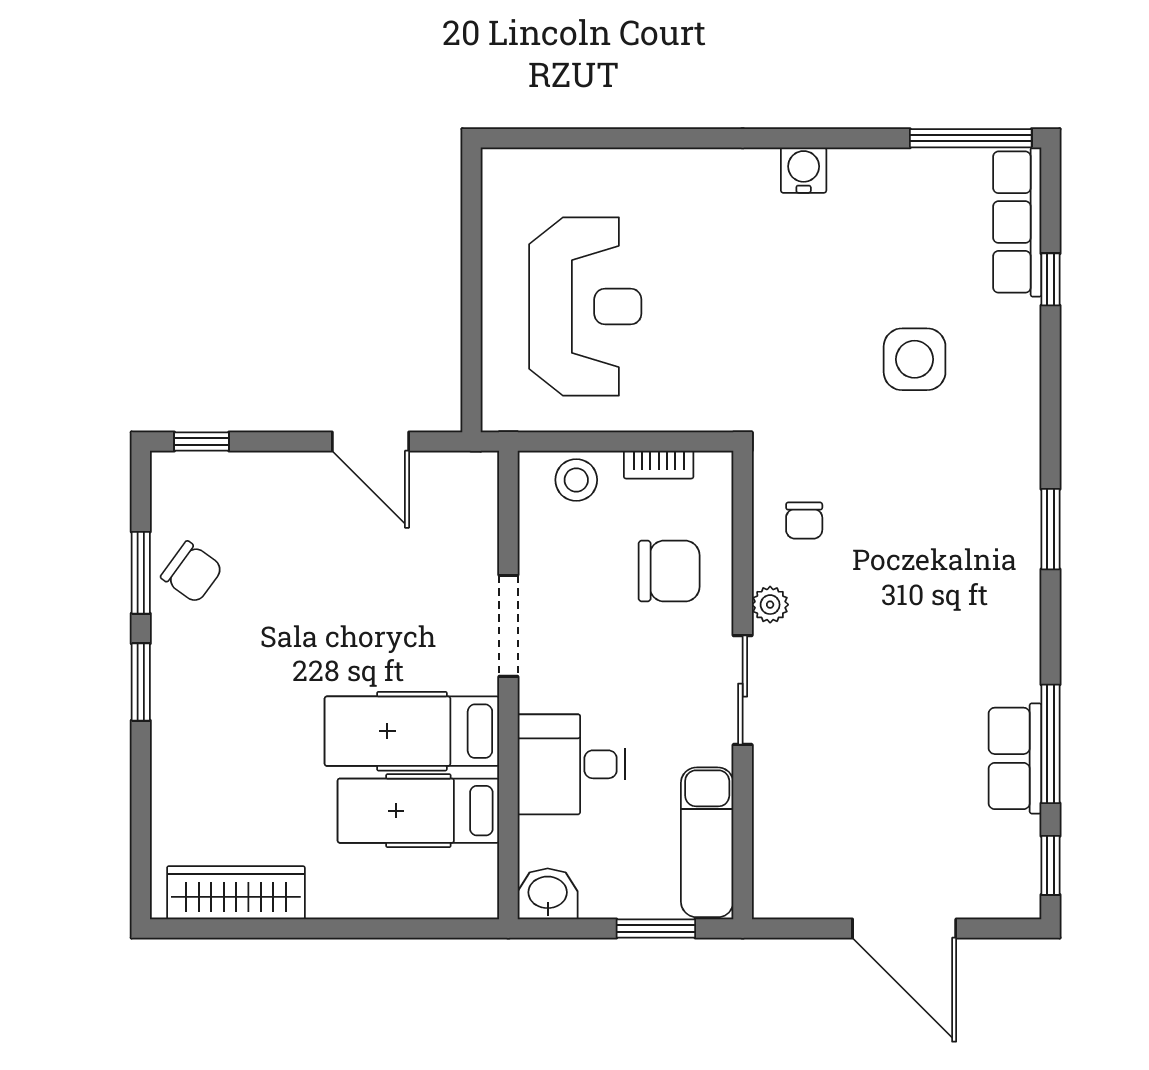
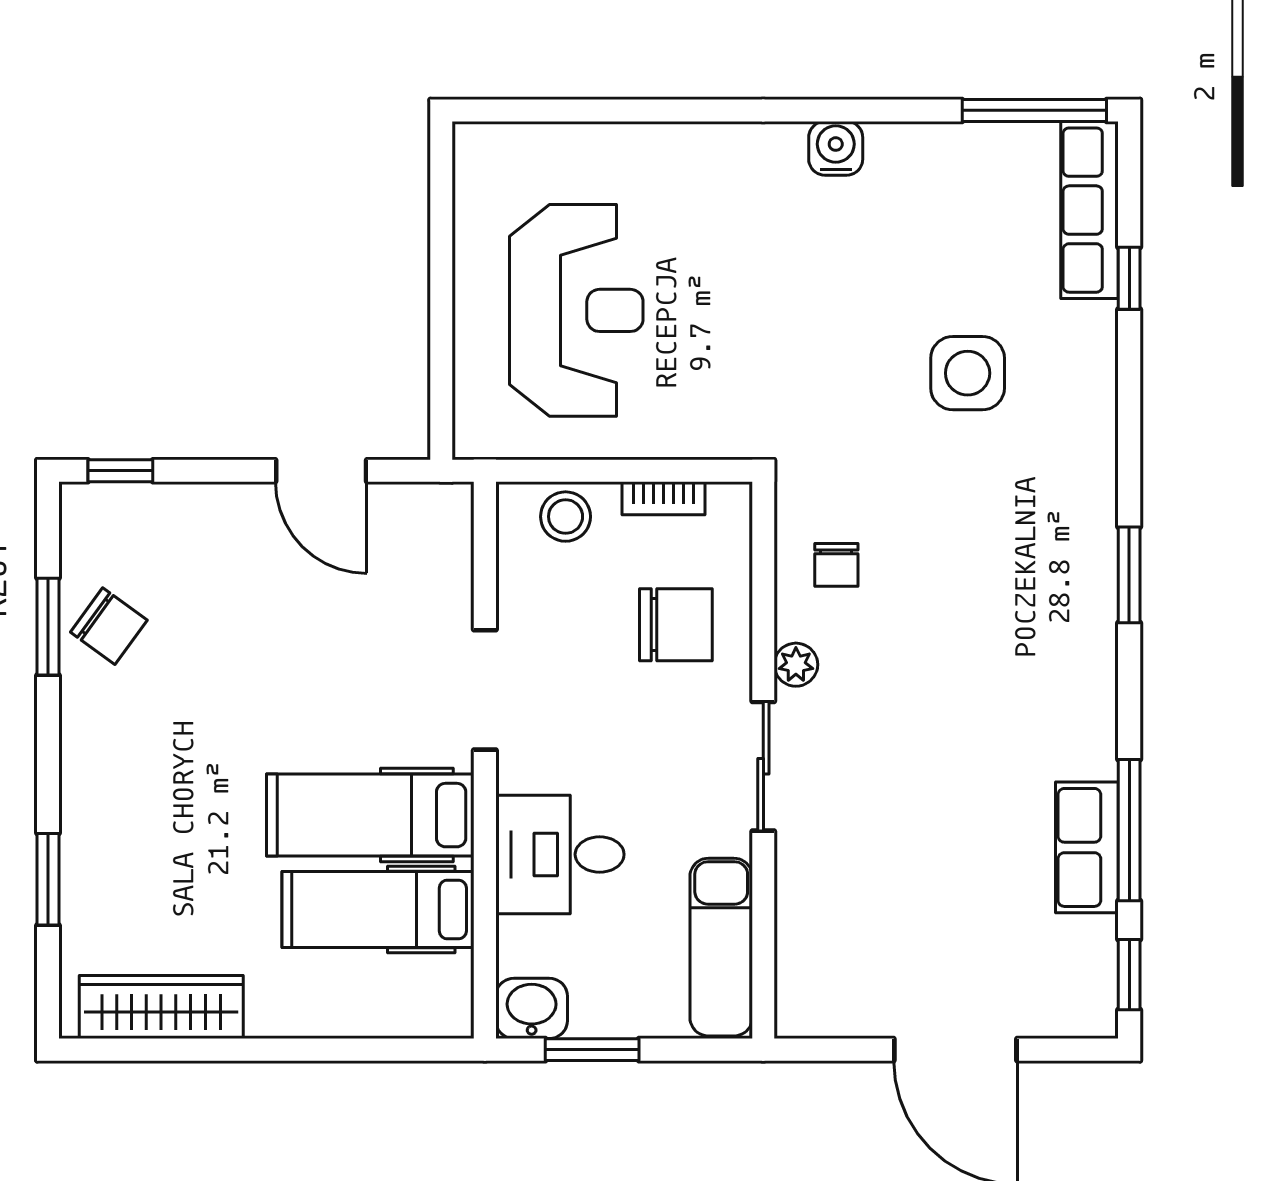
window: (141, 682) -> (48, 879), moved
window: (656, 929) -> (592, 1050), moved

